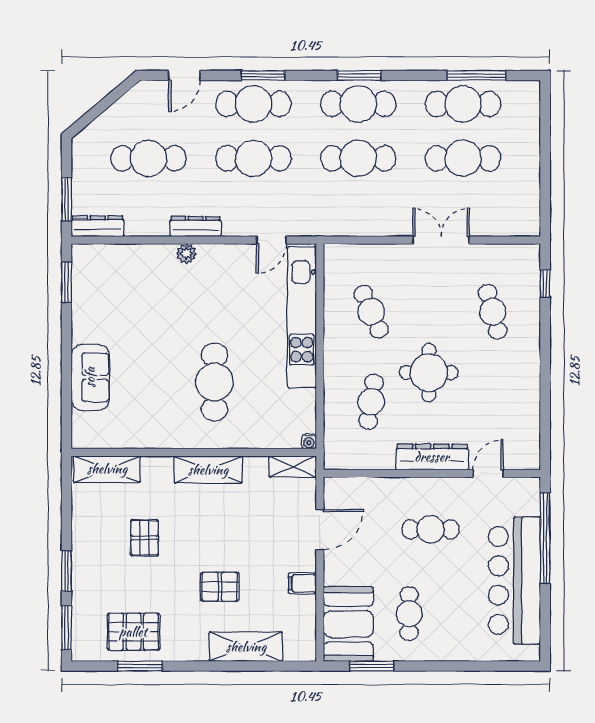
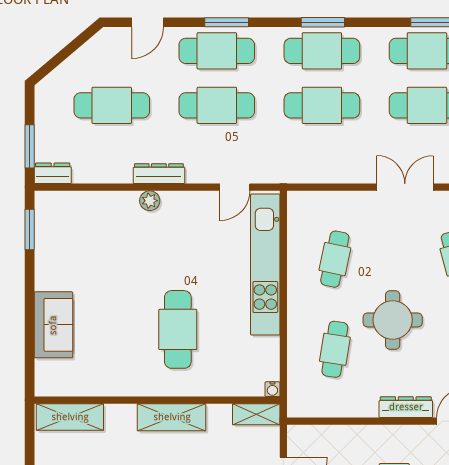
dresser: (98, 226) -> (53, 173), width x0.70
cafe table: (371, 312) -> (335, 259), turned 36
dresser: (432, 457) -> (406, 407), width x0.73, depth x0.80

